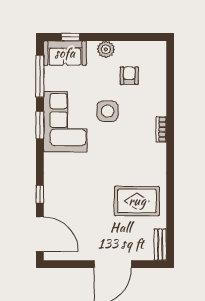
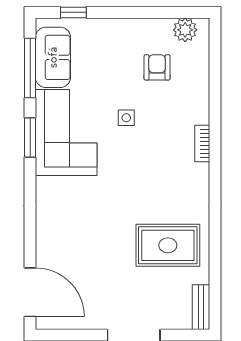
plant: (106, 49) -> (185, 30), moved
sofa: (65, 53) -> (53, 57), moved, turned -90
side table: (108, 111) -> (126, 118), width x0.54, depth x0.54
window: (40, 194) -> (30, 236), removed

